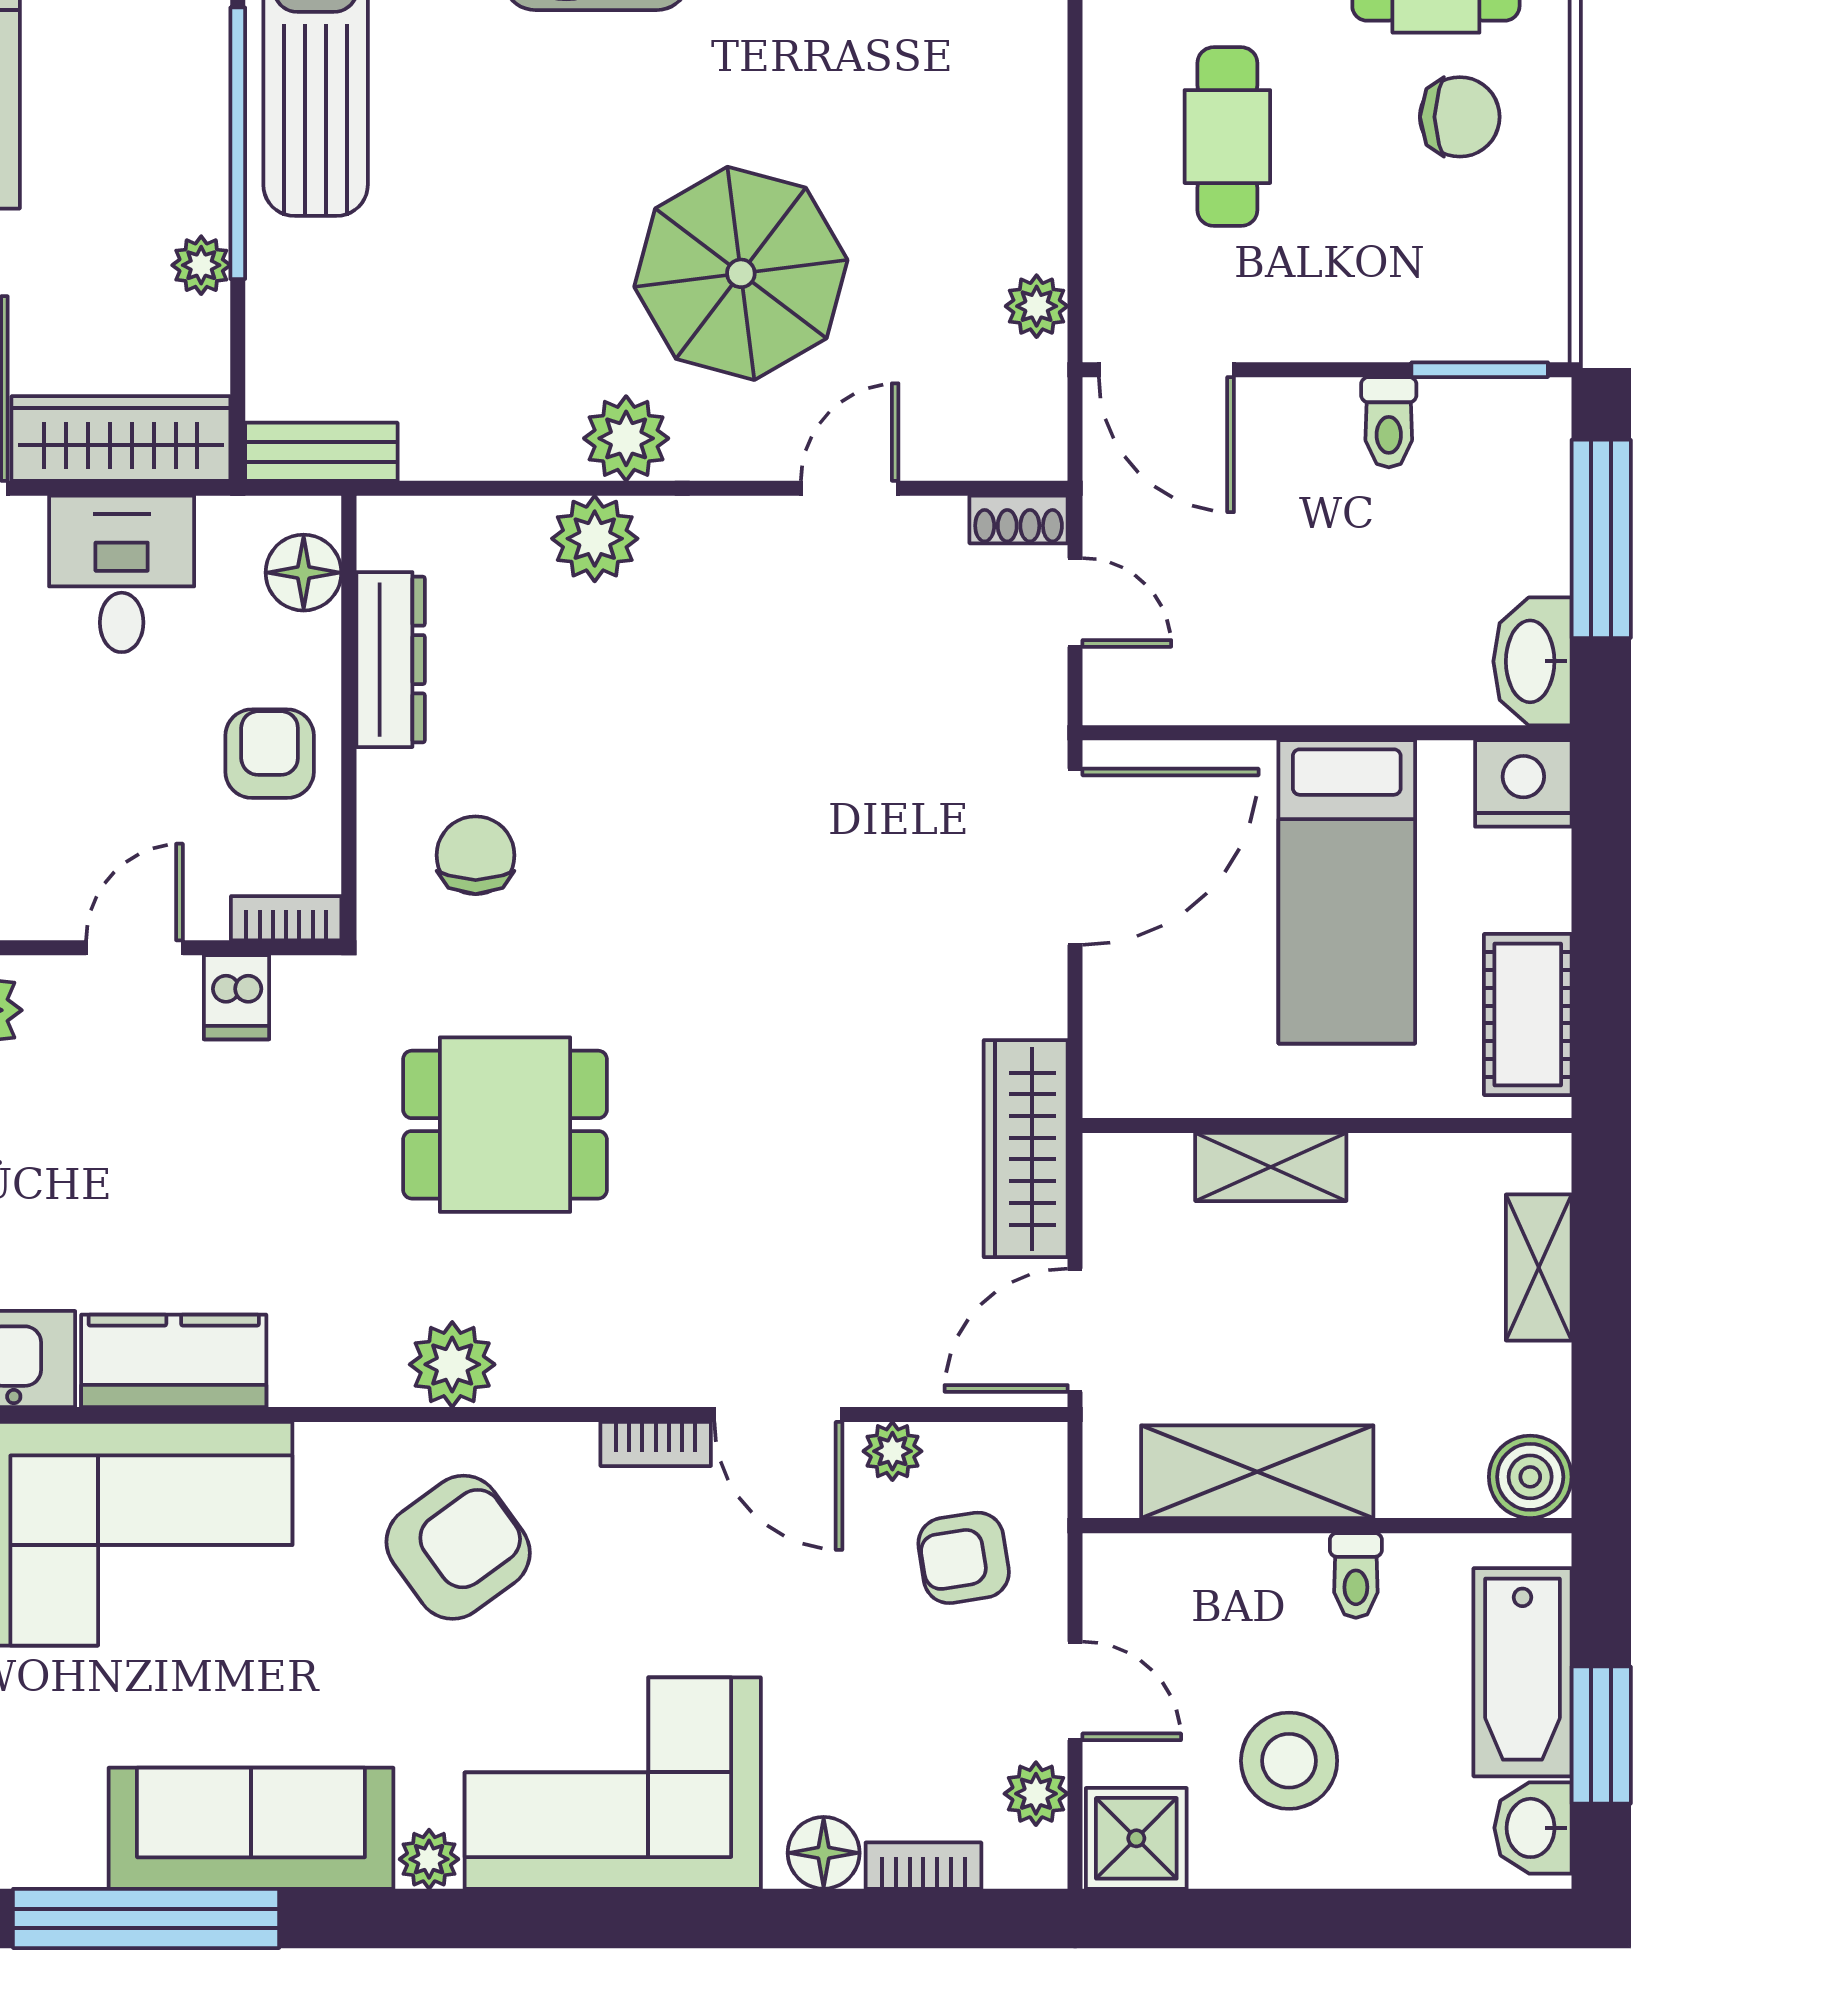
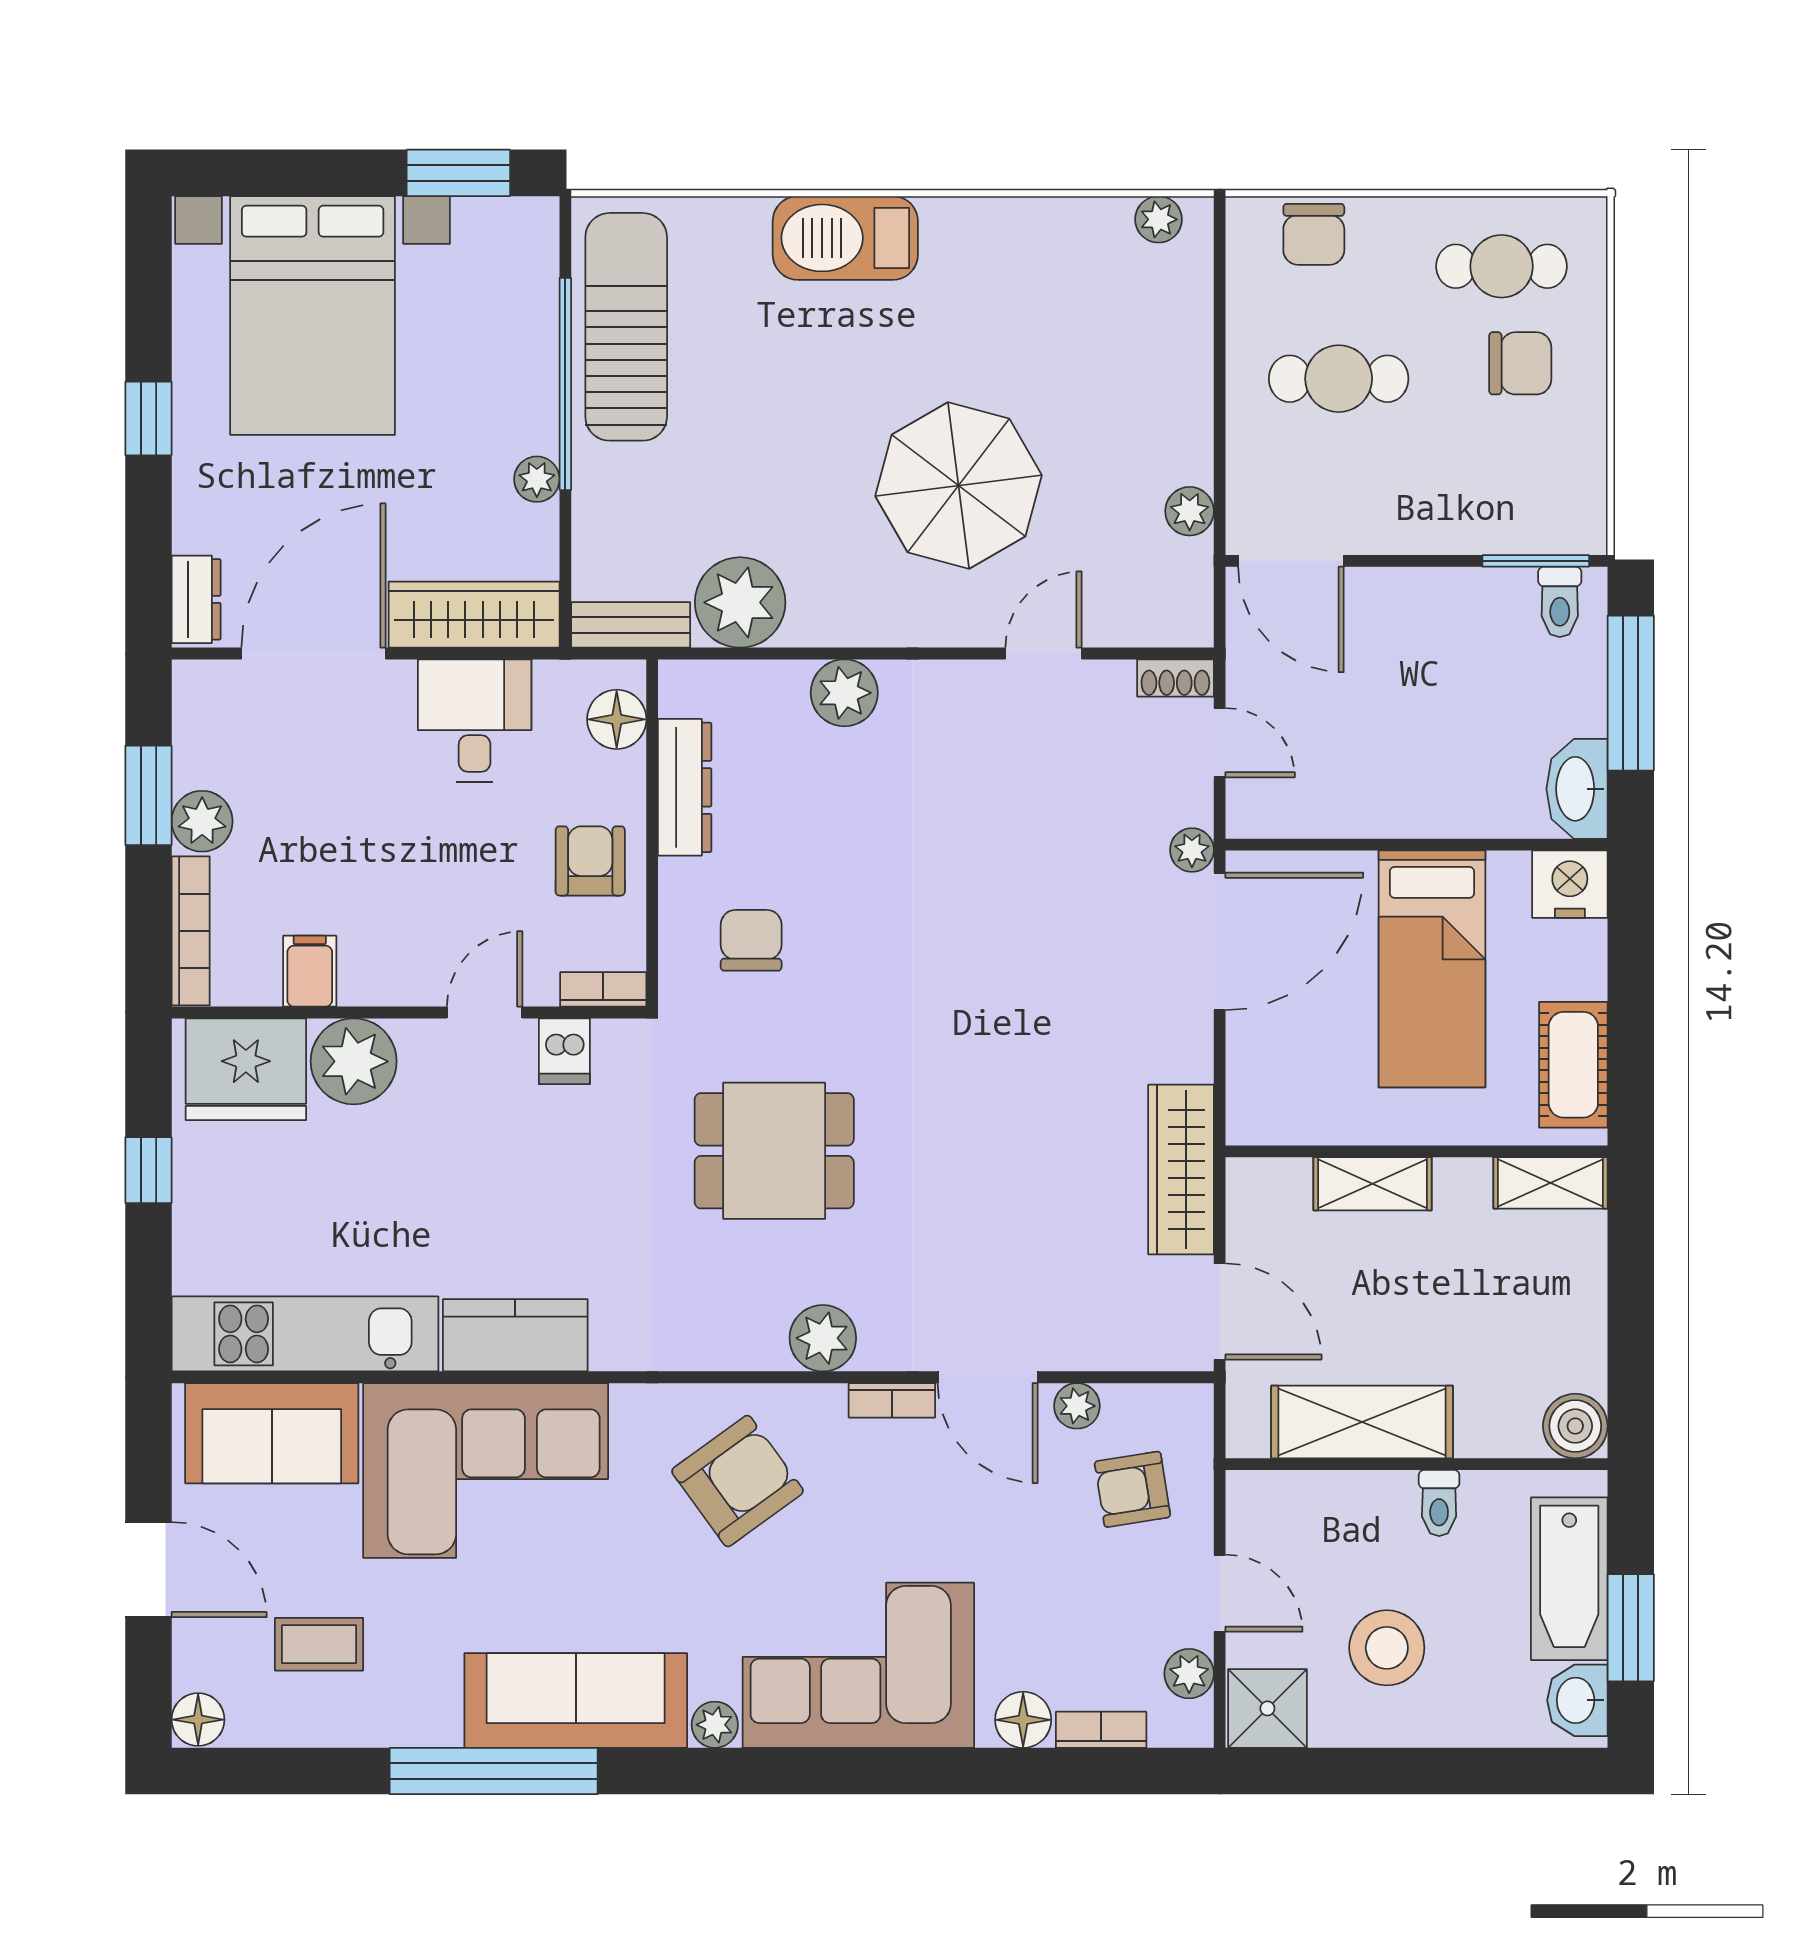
cafe table: (1227, 137) -> (1339, 379), turned 90
toilet: (1389, 422) -> (1560, 602), moved
plant: (626, 438) -> (740, 602), moved, width x1.36, depth x1.36
plant: (1040, 740) -> (1192, 850), added
shelving: (1539, 1268) -> (1550, 1183), moved, turned 90
door: (1075, 1330) -> (1220, 1311), swing flipped
plant: (452, 1364) -> (823, 1338), moved

